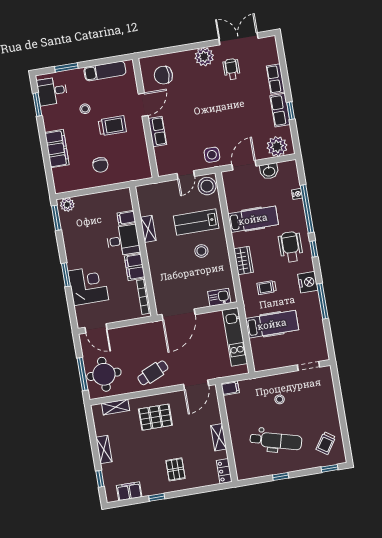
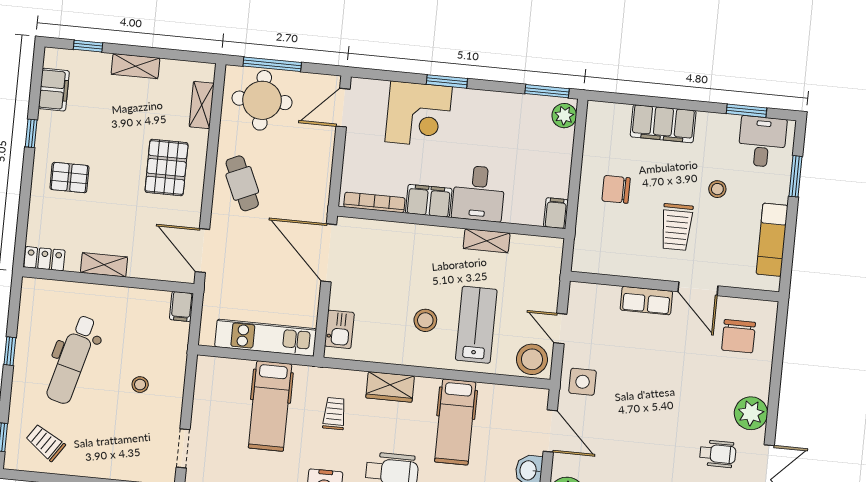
chair: (163, 75) -> (739, 336), turned 180
filing cabinet: (126, 218) -> (556, 213), moved

